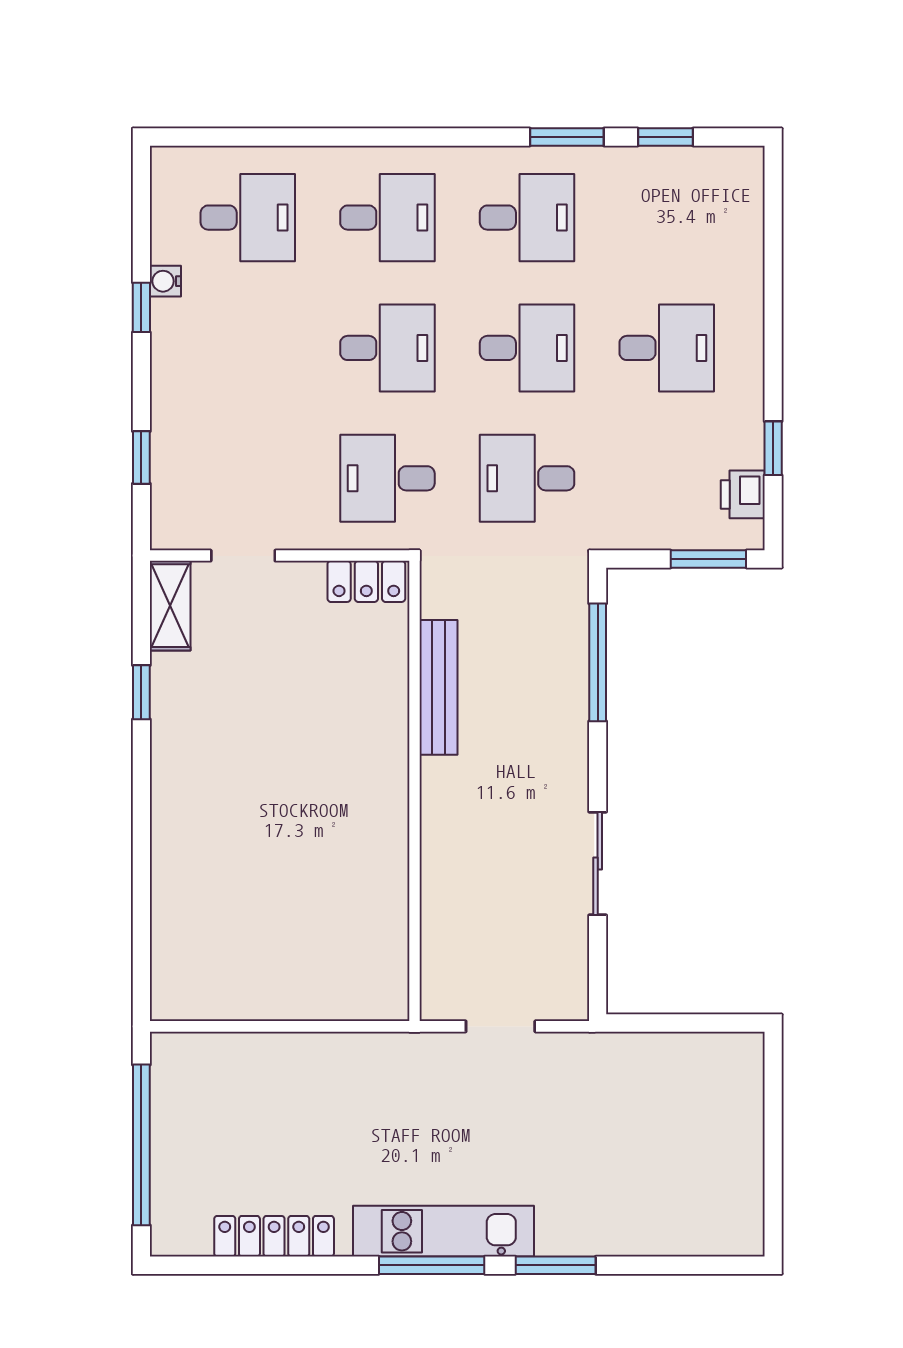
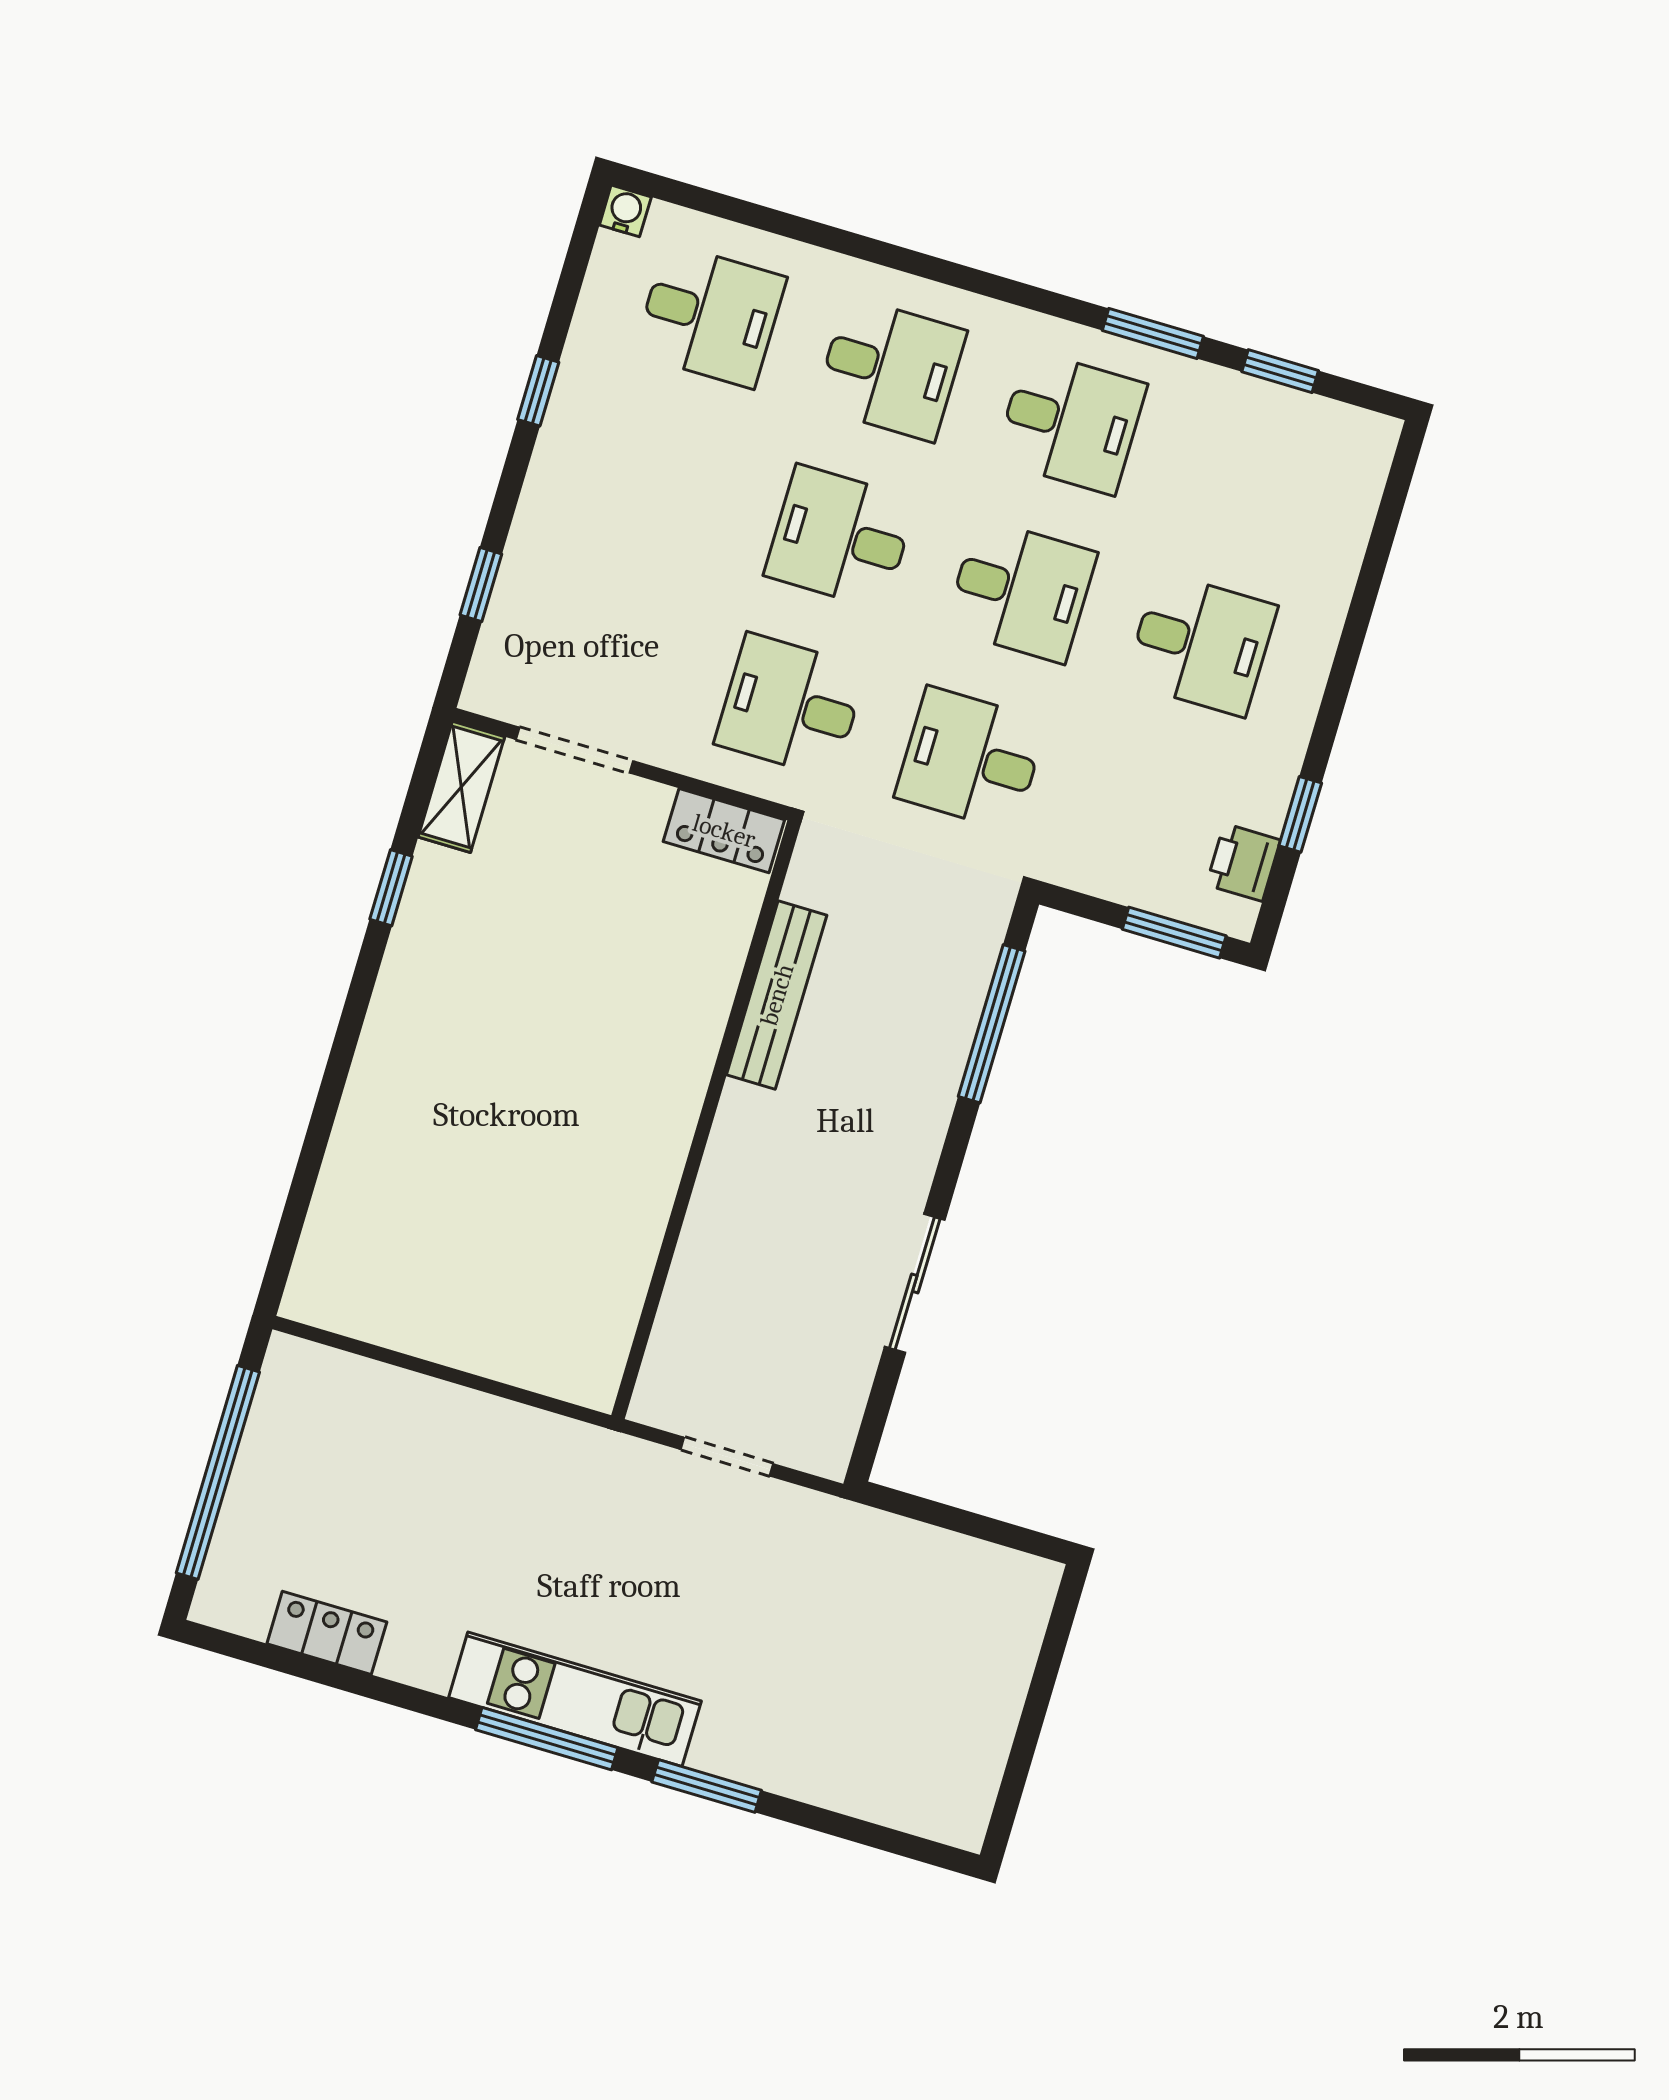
water cooler: (165, 281) -> (625, 211), moved, turned 90
desk: (387, 348) -> (840, 537), turned 180
doorway: (243, 556) -> (575, 750), width x1.38
locker: (274, 1236) -> (327, 1633), width x0.66

